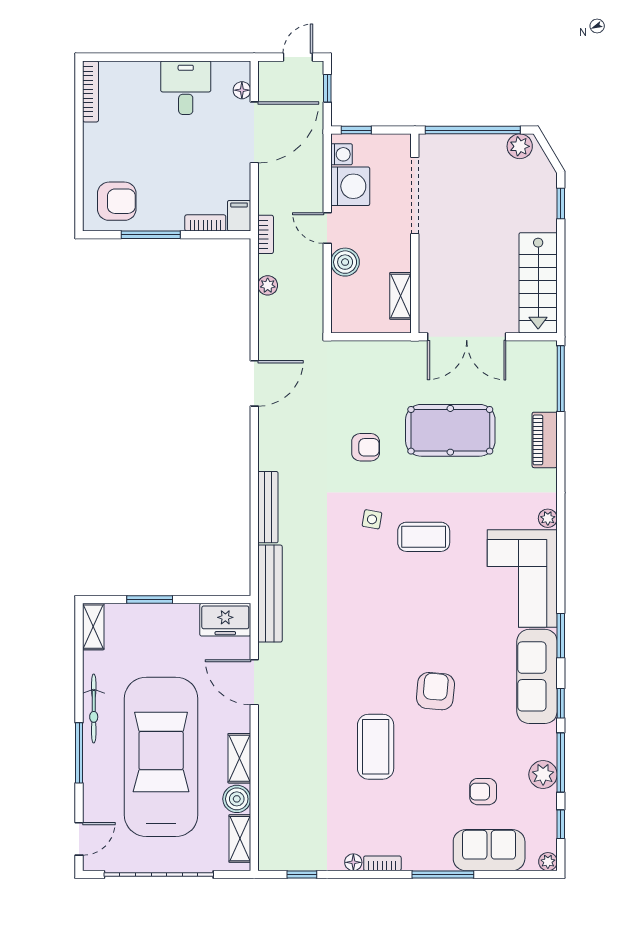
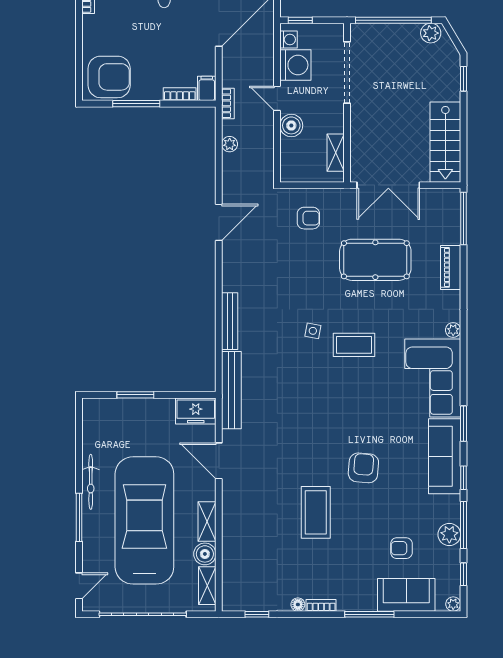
armchair: (117, 201) -> (109, 77), width x1.36, depth x1.36
armchair: (366, 447) -> (308, 218), moved
shelving: (93, 627) -> (90, 416), removed

